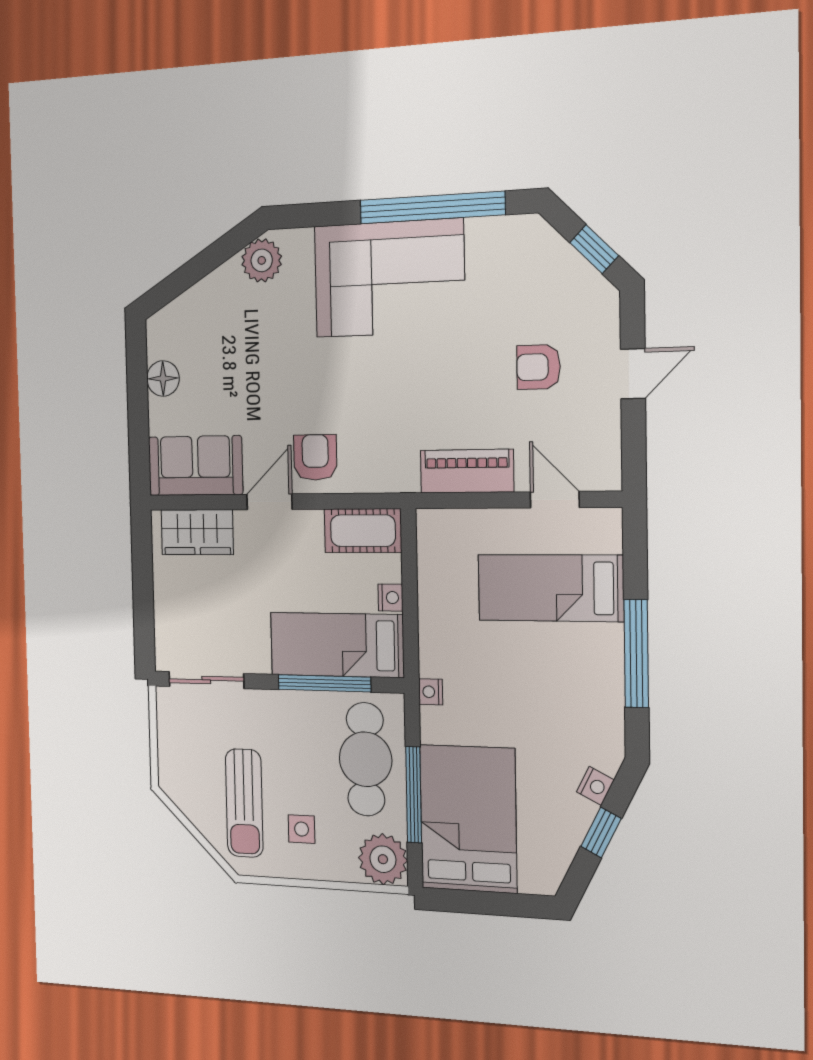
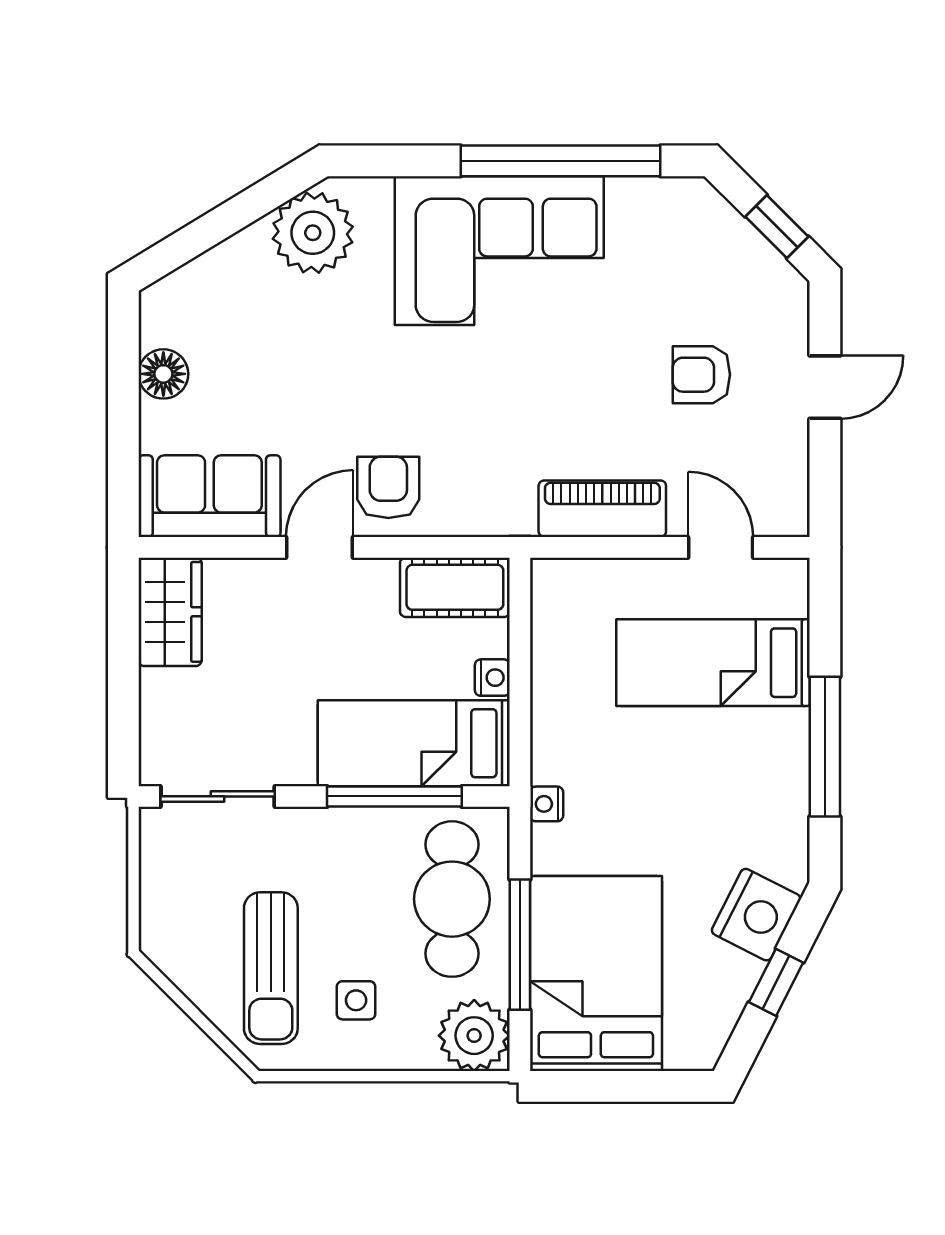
plant: (262, 260) -> (313, 233), width x1.36, depth x1.36
wardrobe: (197, 532) -> (170, 612), moved, turned -90
nightstand: (595, 786) -> (756, 915), width x1.89, depth x1.79

